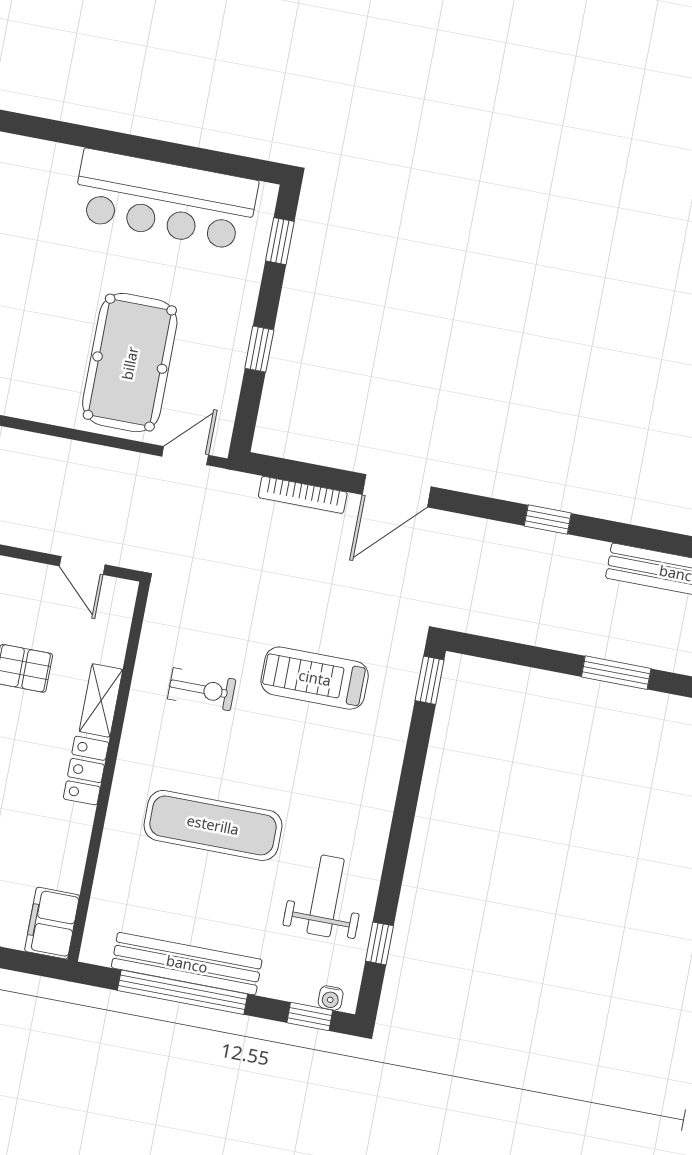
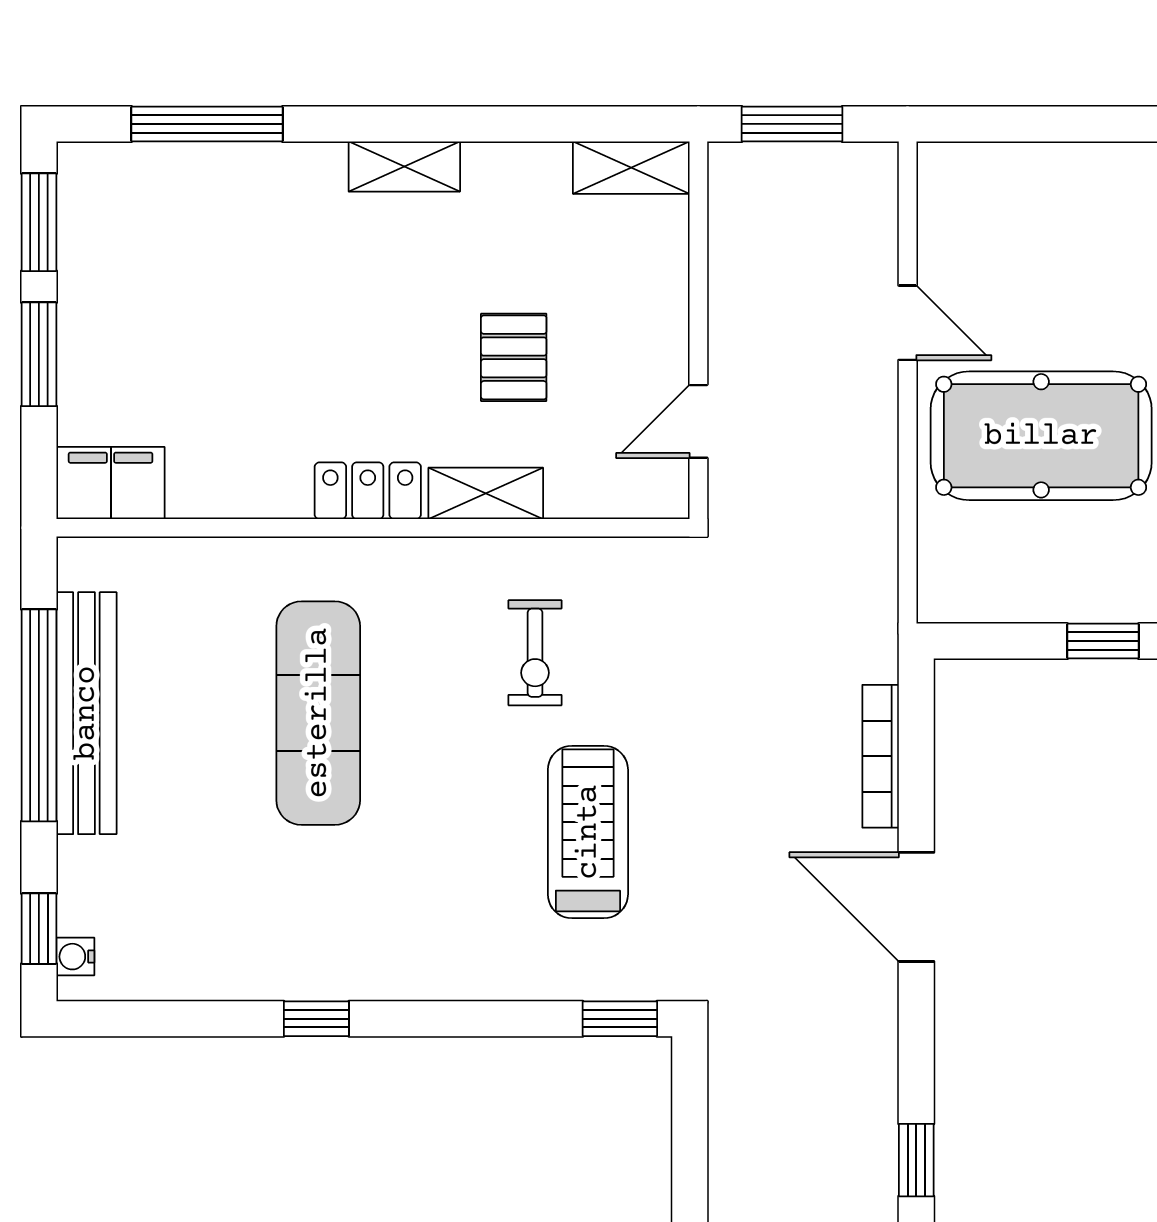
door: (185, 456) -> (908, 323), moved
weight bench: (326, 896) -> (239, 917), removed
window: (379, 943) -> (316, 1019), moved

